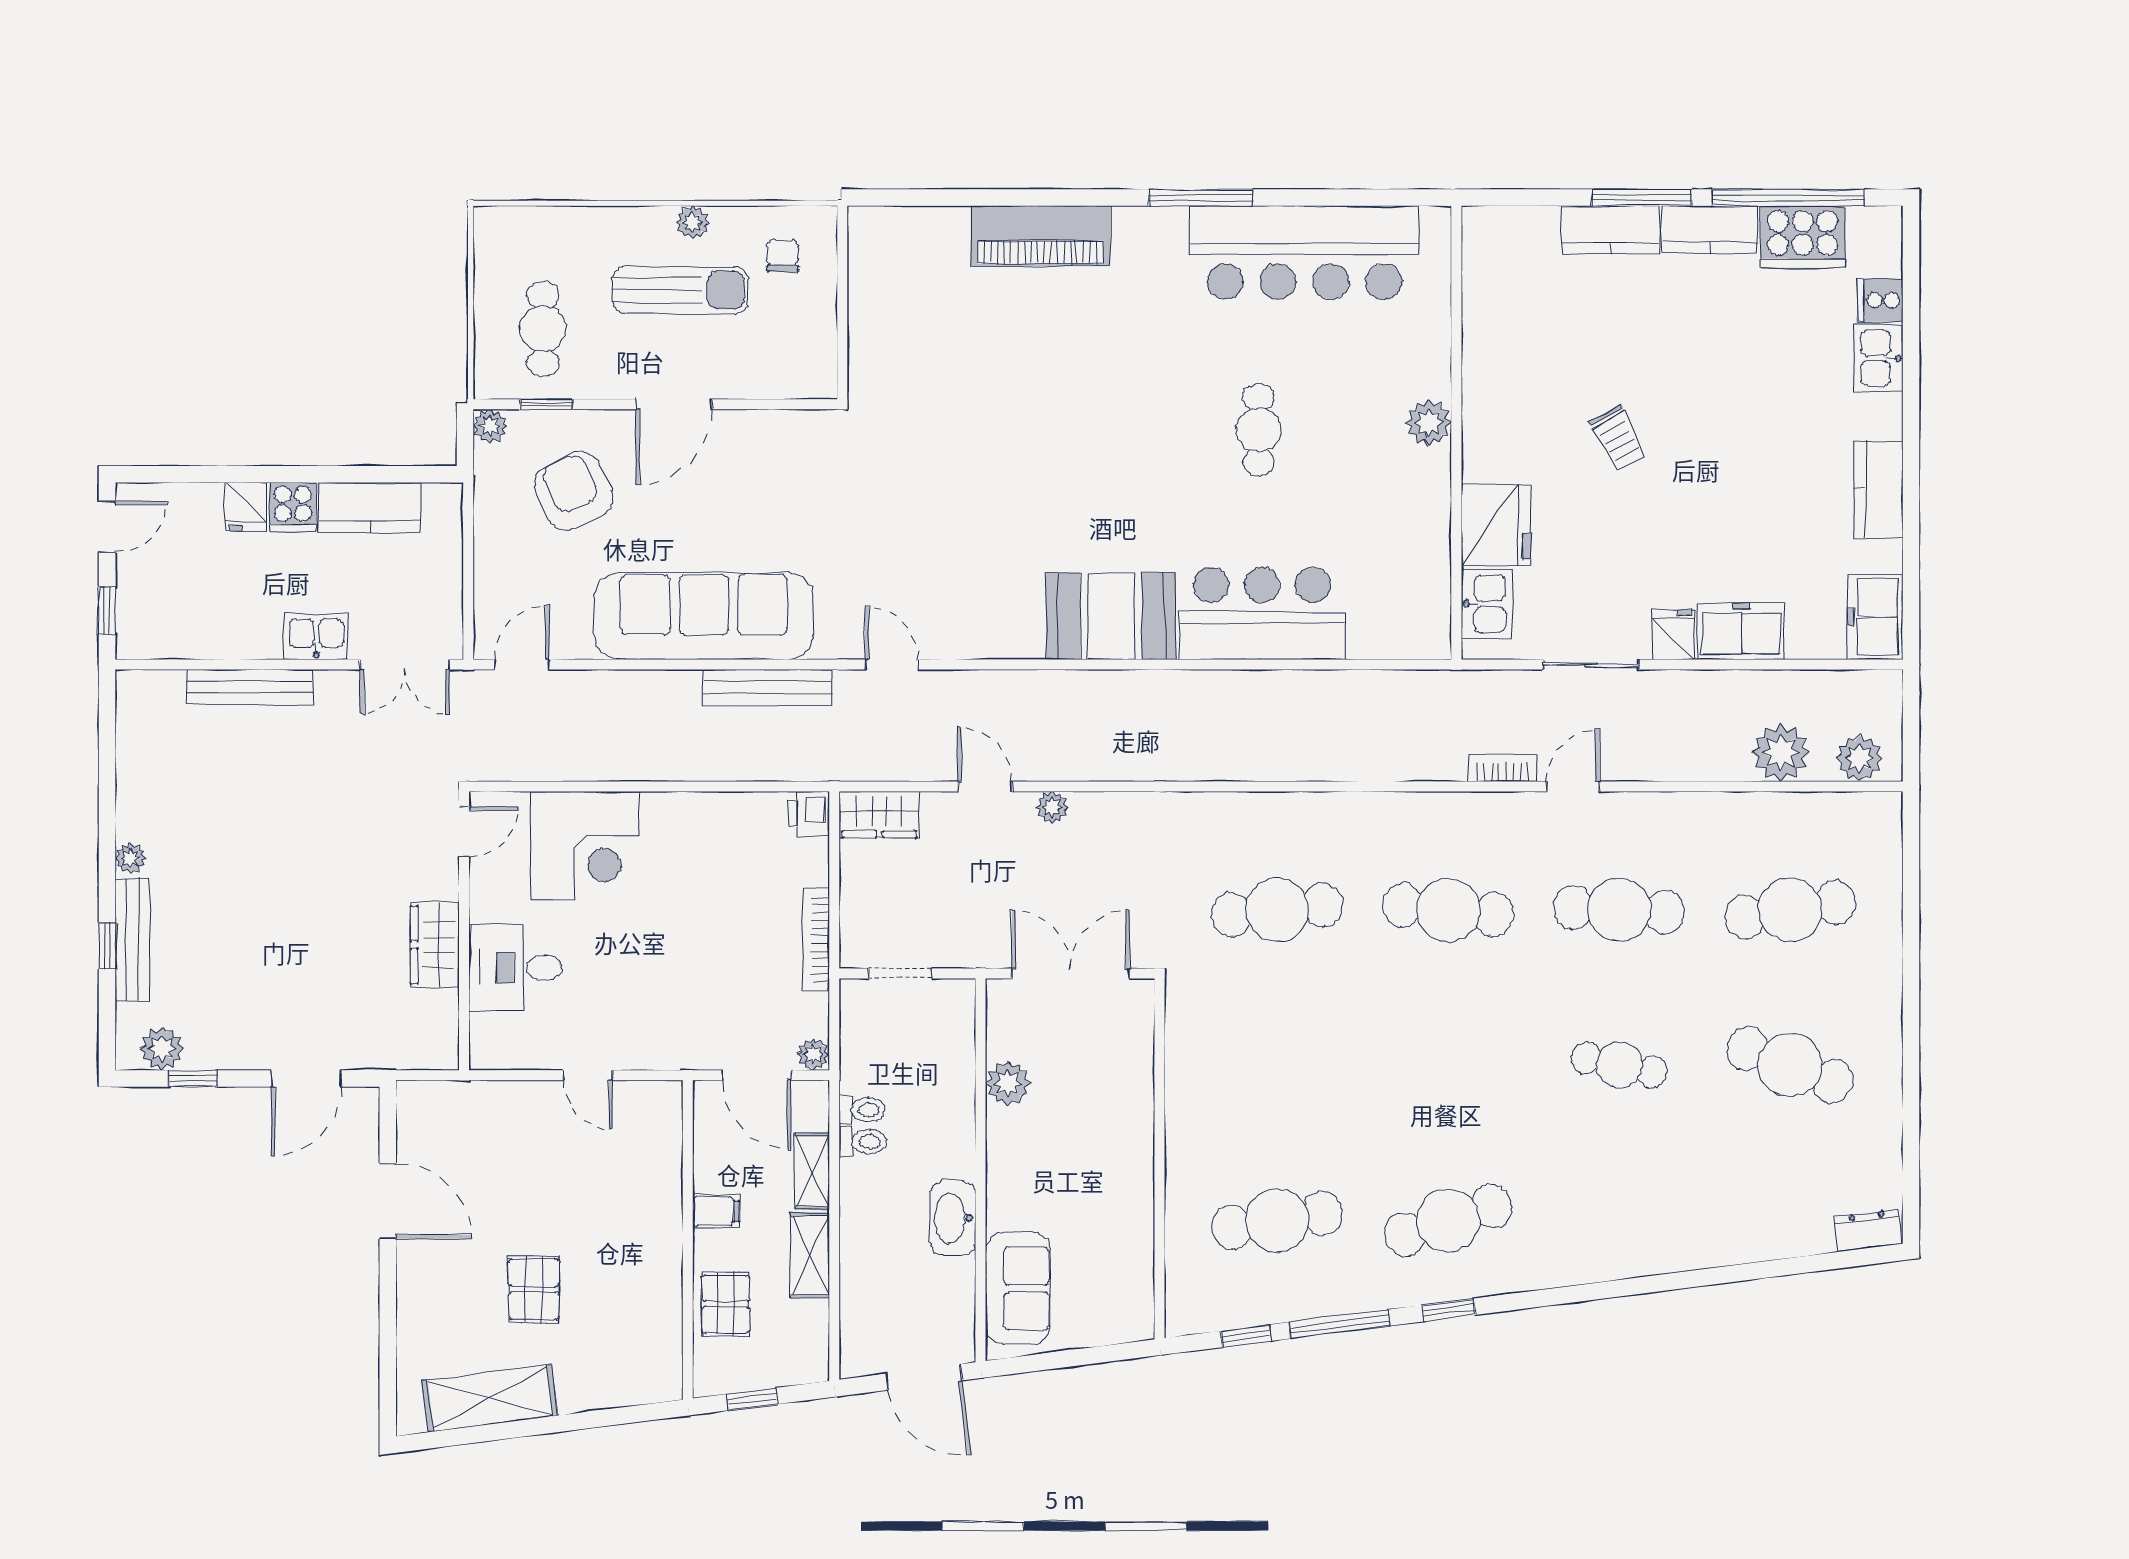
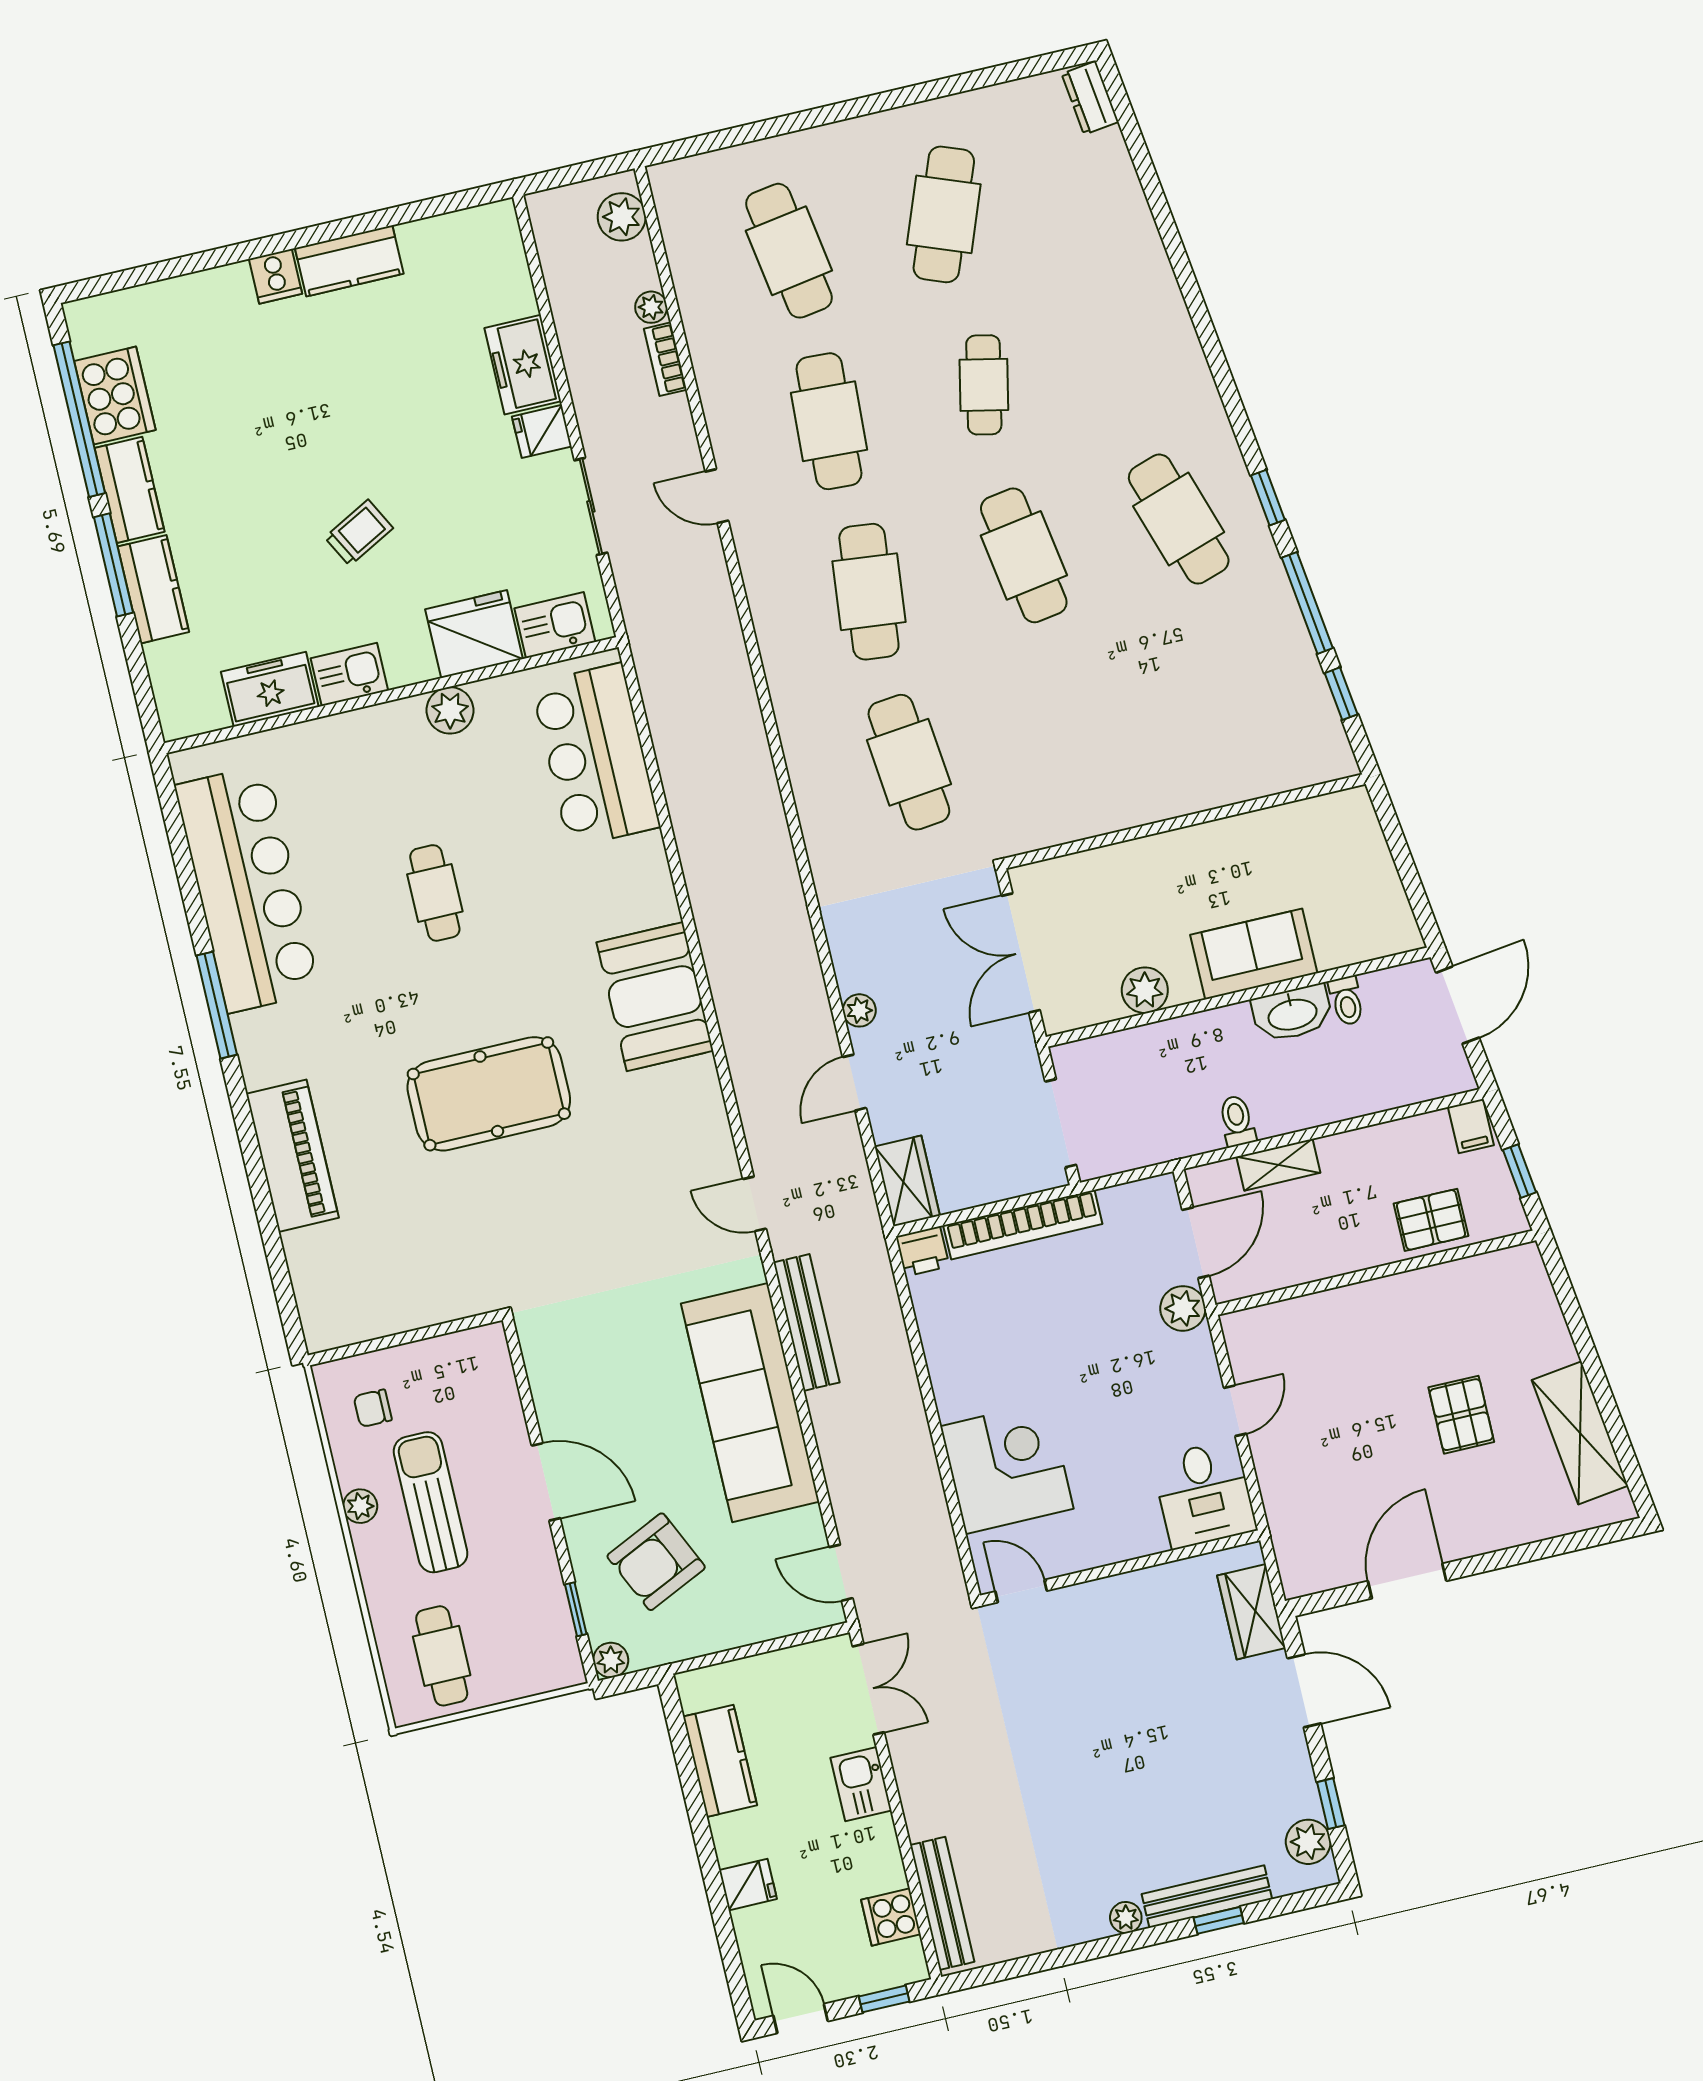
cooker: (1880, 300) -> (276, 276), moved
cafe table: (543, 329) -> (442, 1656), moved, turned 90
kitchen sink: (1879, 358) -> (349, 674), moved, turned 180
plant: (1429, 423) -> (450, 710), moved
cafe table: (1259, 430) -> (435, 893), turned 90
pool table: (1056, 436) -> (489, 1094), added
cooker: (293, 507) -> (891, 1917), moved, turned 180
bar counter: (1262, 614) -> (596, 755), moved
freezer: (1875, 617) -> (270, 689), moved, turned 180
door: (892, 664) -> (754, 1204), hinge flipped
bench: (249, 687) -> (942, 1903), moved
plant: (1781, 753) -> (651, 307), width x0.53, depth x0.53
bookcase: (1503, 768) -> (665, 359), moved
bookcase: (816, 940) -> (1023, 1225), width x1.48, depth x1.31
wardrobe: (435, 945) -> (1251, 1612), moved, turned 90
desk: (515, 968) -> (1204, 1494), moved
doorway: (900, 974) -> (1061, 1123), width x1.38
plant: (813, 1054) -> (1183, 1308), moved, width x1.38, depth x1.38
toilet: (862, 1110) -> (1347, 1001), moved, turned 180
filing cabinet: (716, 1211) -> (1471, 1126), moved, turned 180
cafe table: (1277, 1220) -> (1024, 555), moved
shelving: (810, 1255) -> (1363, 1147), removed
sofa: (1018, 1288) -> (1254, 954), moved
pallet: (534, 1289) -> (1461, 1415), turned 90

